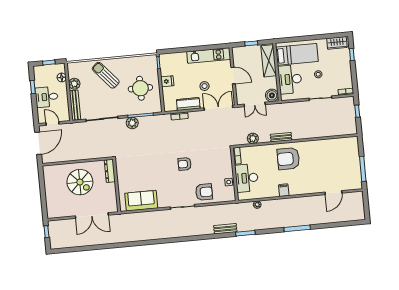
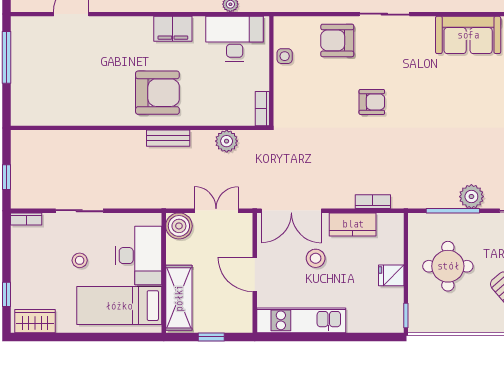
desk: (247, 178) -> (235, 39), moved, turned -90
filing cabinet: (284, 190) -> (173, 29), width x2.00

